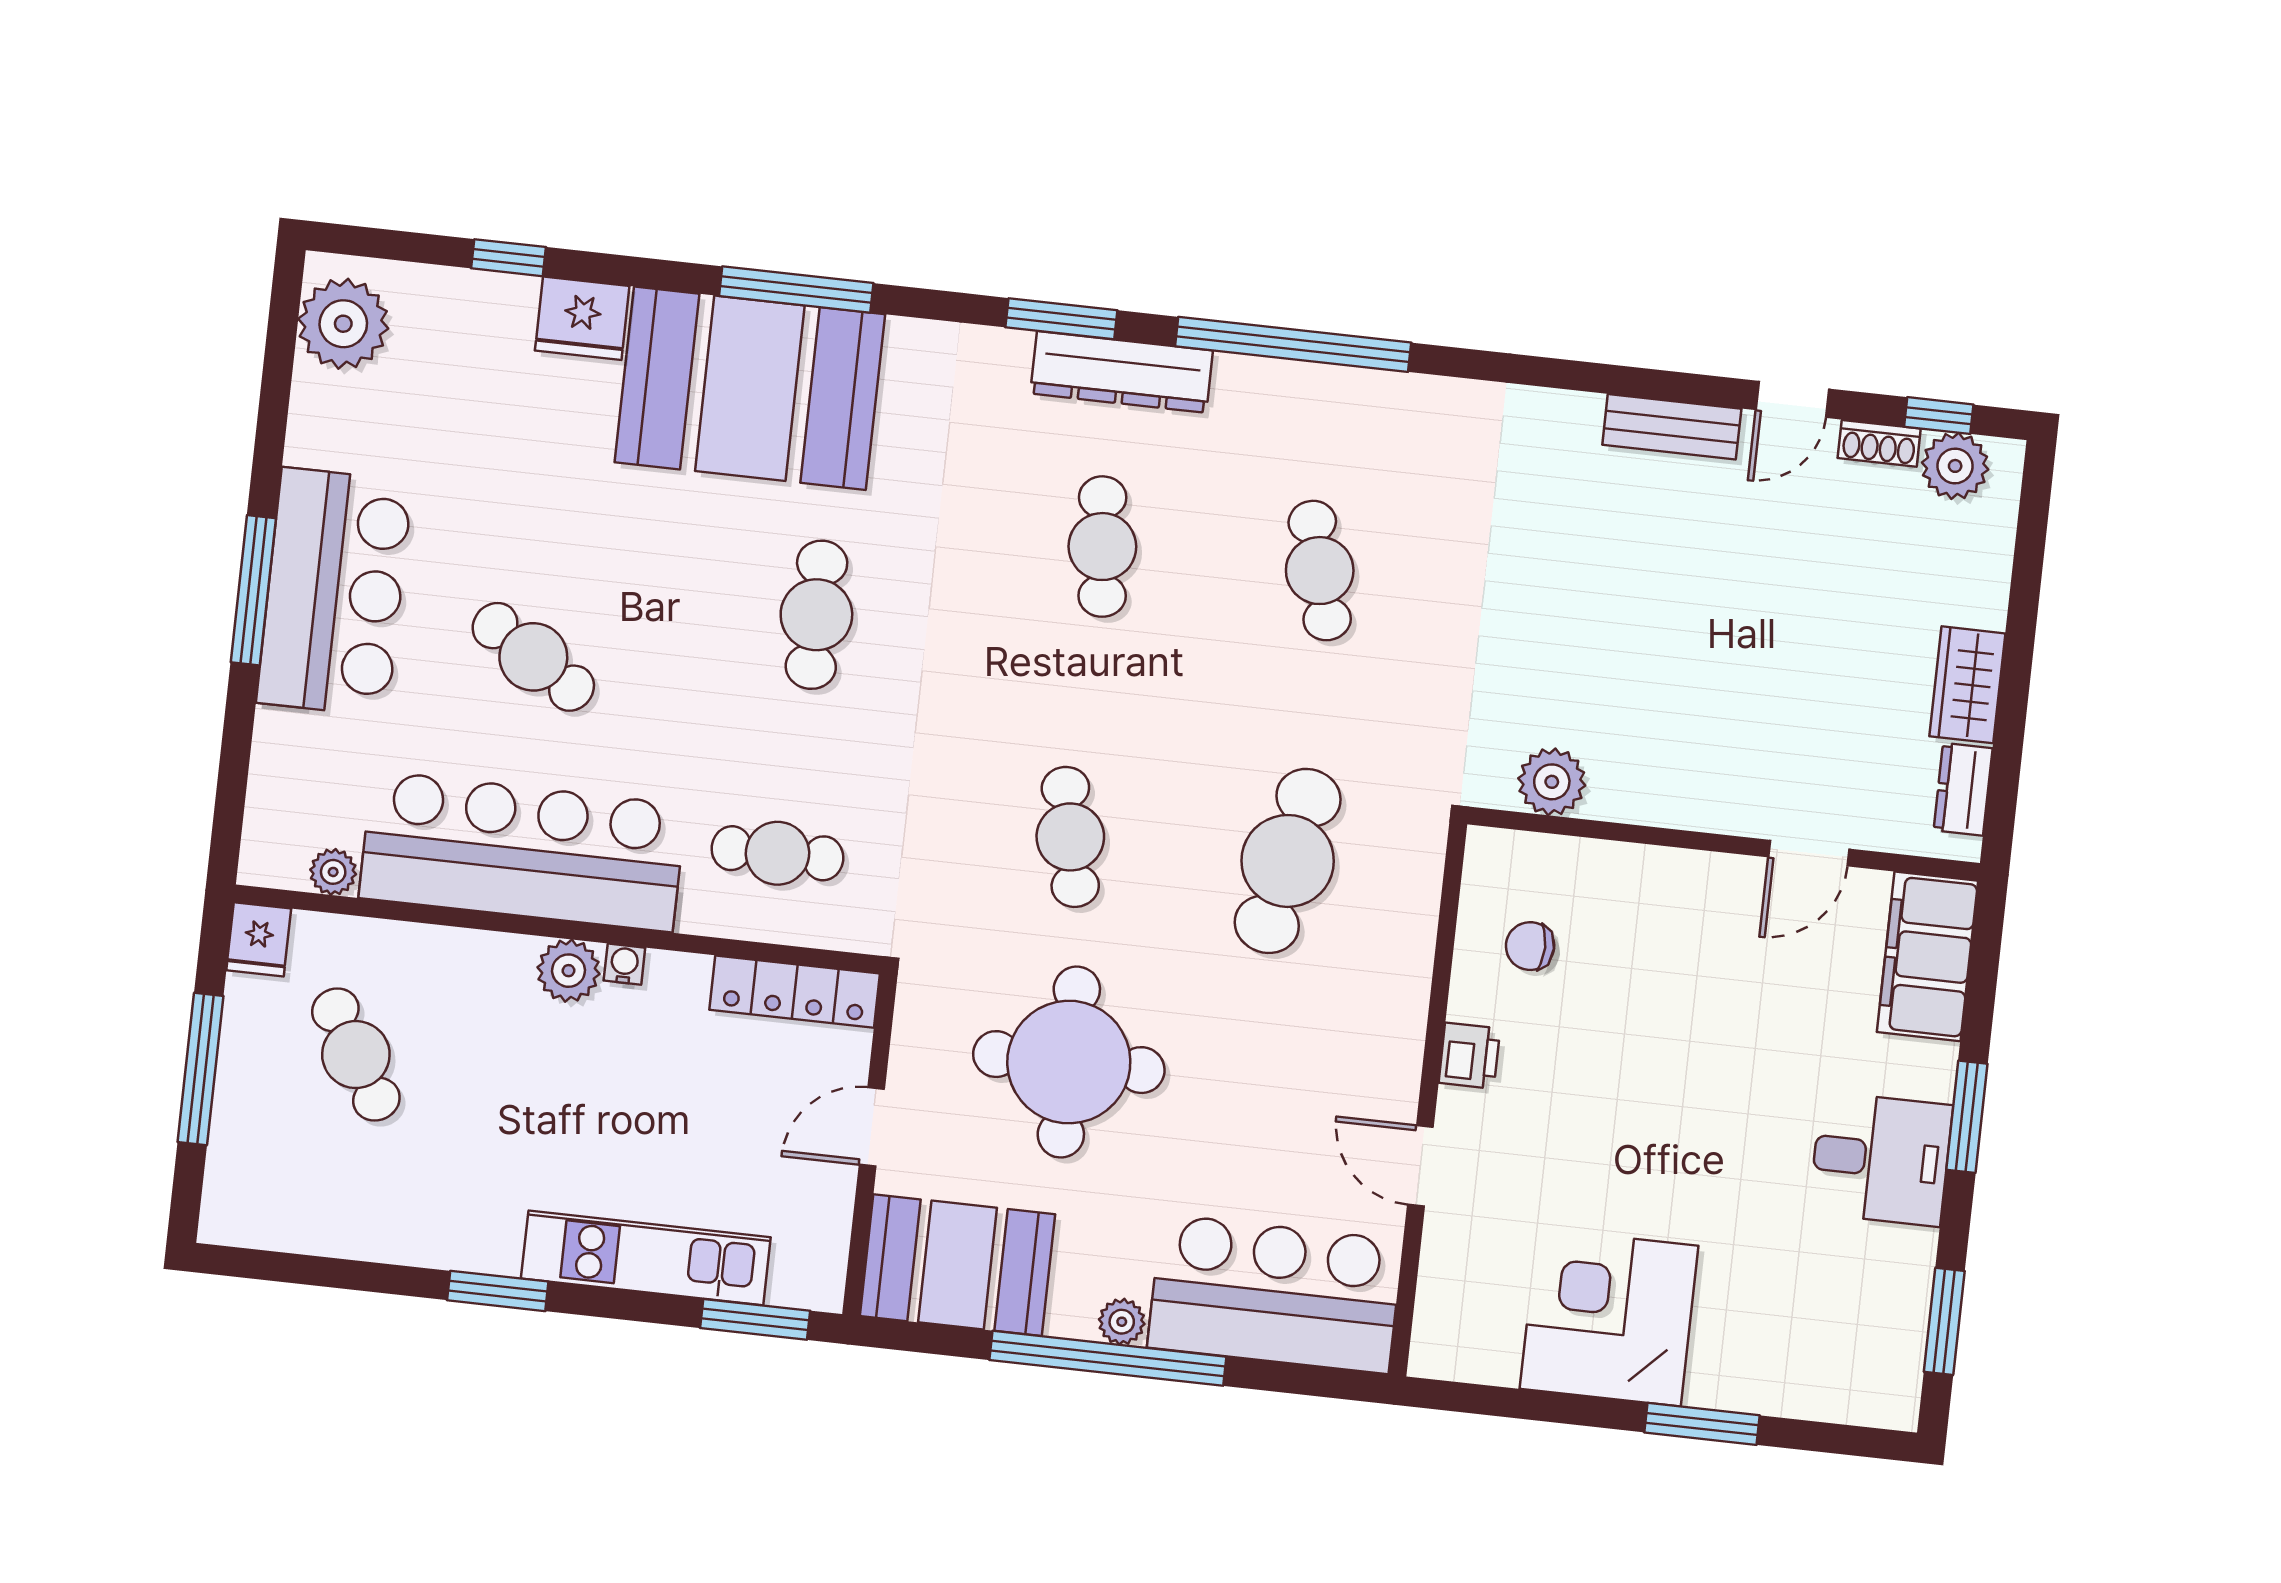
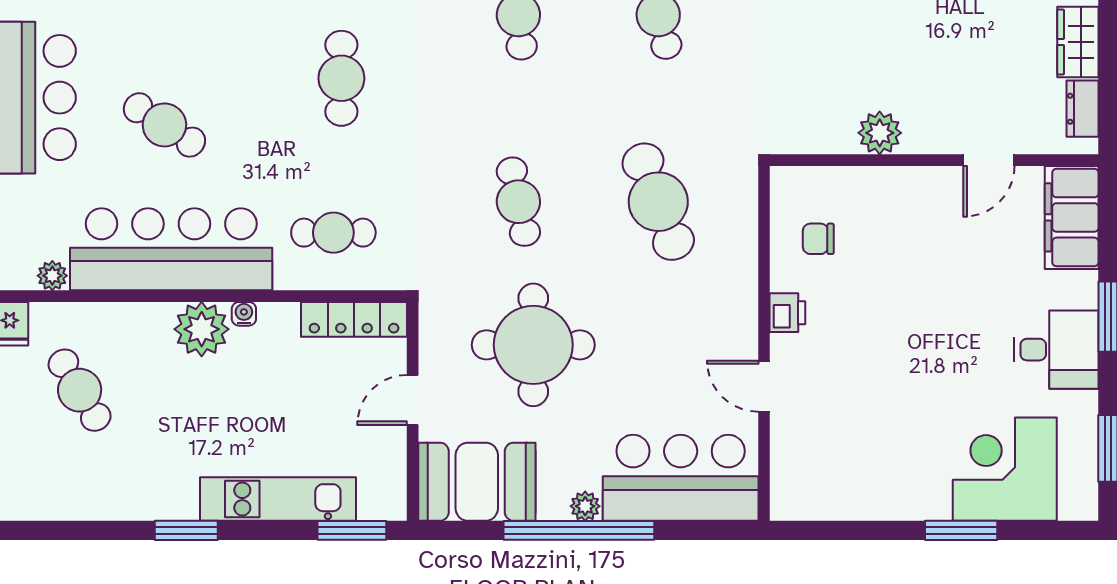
plant: (1552, 782) -> (880, 133), moved
cafe table: (1288, 861) -> (658, 202), turned -33
plant: (569, 971) -> (202, 329), width x1.36, depth x1.36
corner desk: (1609, 1317) -> (1005, 469), moved

